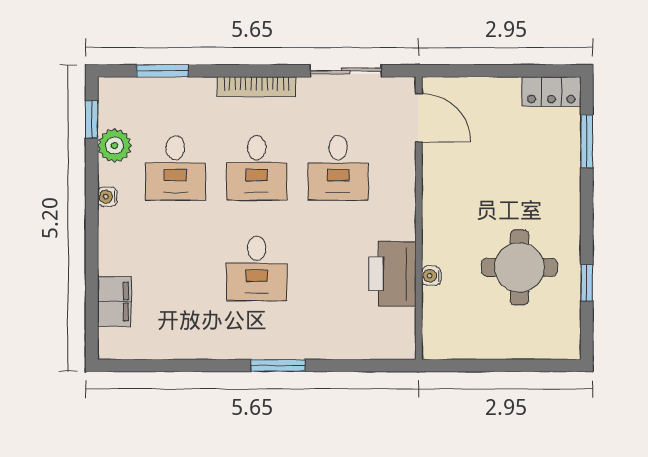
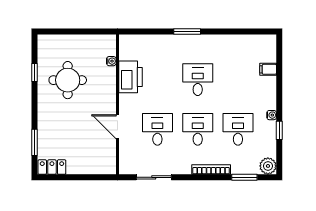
bookcase: (256, 87) -> (211, 169), moved
door: (419, 118) -> (118, 127), moved
window: (92, 119) -> (279, 130), moved
plant: (115, 146) -> (268, 166), moved
water cooler: (431, 276) -> (111, 61), moved
filing cabinet: (114, 302) -> (268, 69), width x0.50

